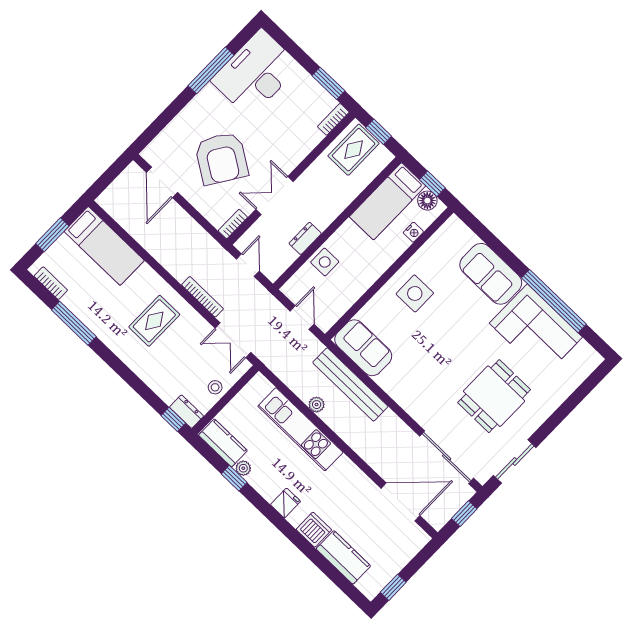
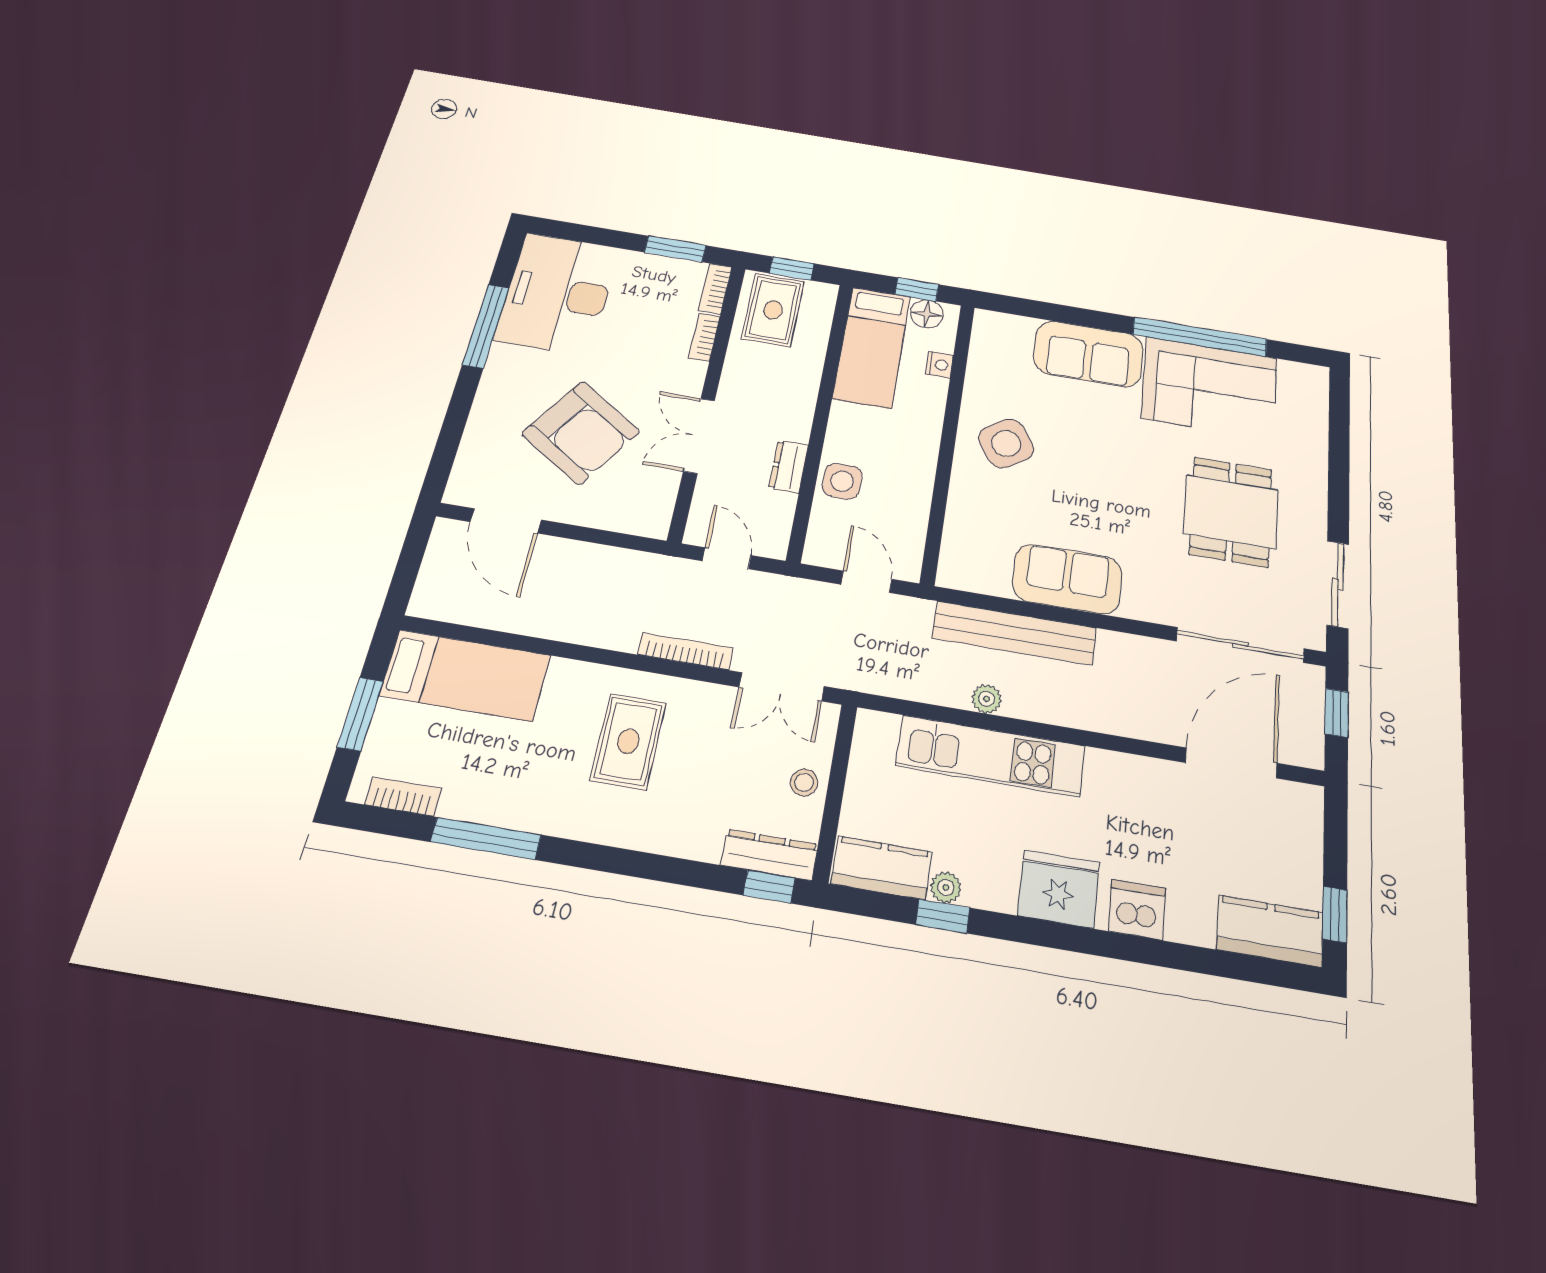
bookcase: (233, 224) -> (704, 337), moved
side table: (415, 293) -> (1006, 443), turned -33
sofa: (363, 348) -> (1067, 579), moved
dresser: (187, 412) -> (769, 855), width x1.44
fridge: (285, 503) -> (1059, 889), width x1.88, depth x1.34
kitchen counter: (343, 557) -> (1270, 931), moved

